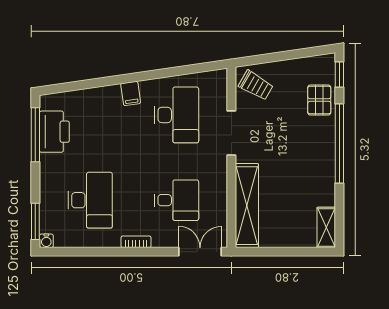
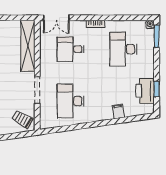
filing cabinet: (131, 93) -> (118, 111), moved
window: (35, 135) -> (157, 89), width x0.46

